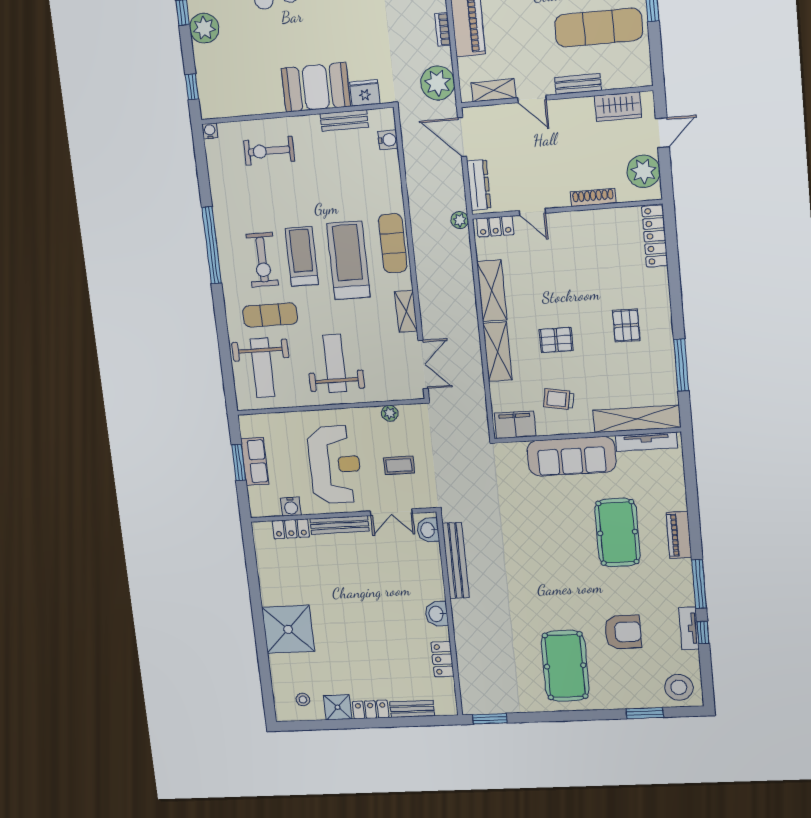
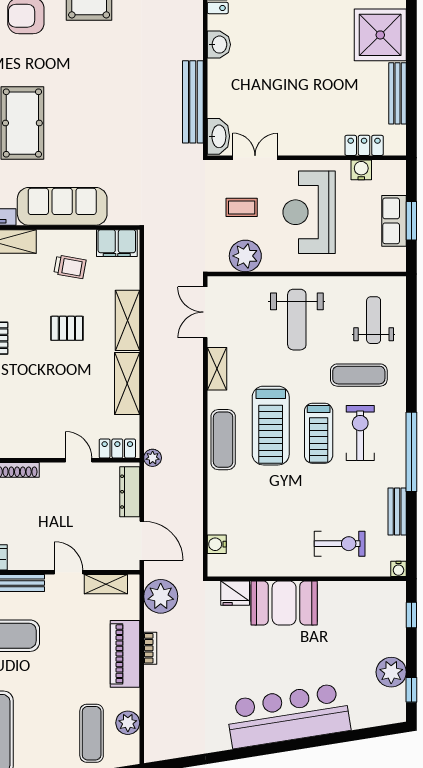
bench: (344, 120) -> (397, 511), moved, turned 90
weight bench: (262, 368) -> (374, 320), width x0.73, depth x0.75
plant: (390, 413) -> (245, 256), width x1.88, depth x1.88
bench: (340, 525) -> (398, 93), moved, turned 90
washbasin: (428, 530) -> (218, 136), width x1.38

